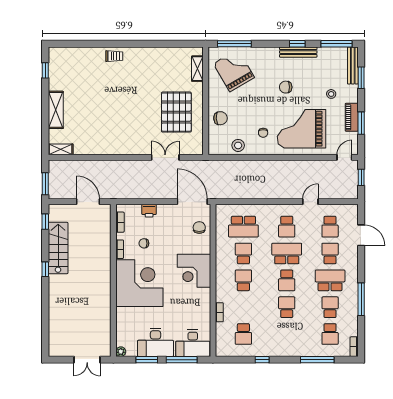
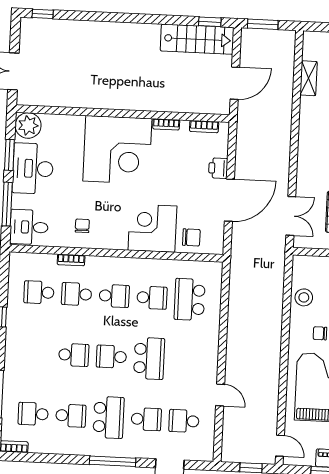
shelving: (61, 149) -> (309, 78), moved
double door: (165, 157) -> (291, 216), moved
door: (192, 202) -> (229, 200), moved
school desk: (287, 227) -> (77, 294), moved
chair: (144, 243) -> (82, 226), moved
stairs: (58, 248) -> (197, 39), moved
window: (45, 269) -> (43, 14), moved
corner desk: (194, 271) -> (153, 228), moved
window: (361, 299) -> (113, 461), moved
desk: (193, 343) -> (29, 227), width x0.73
plant: (121, 352) -> (28, 125), width x1.87, depth x1.87

